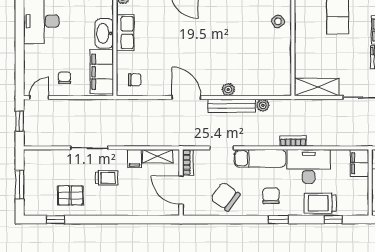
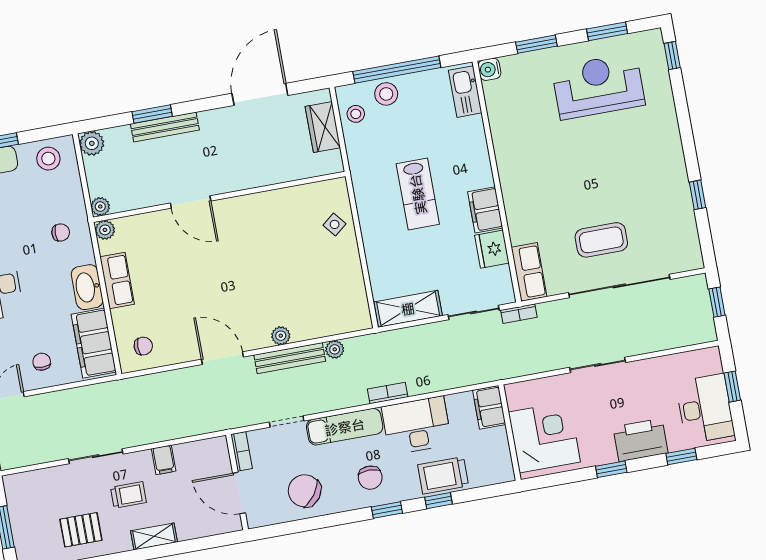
shelving: (158, 156) -> (154, 536), moved
chair: (271, 196) -> (370, 478), turned 180
window: (333, 220) -> (439, 501), moved

